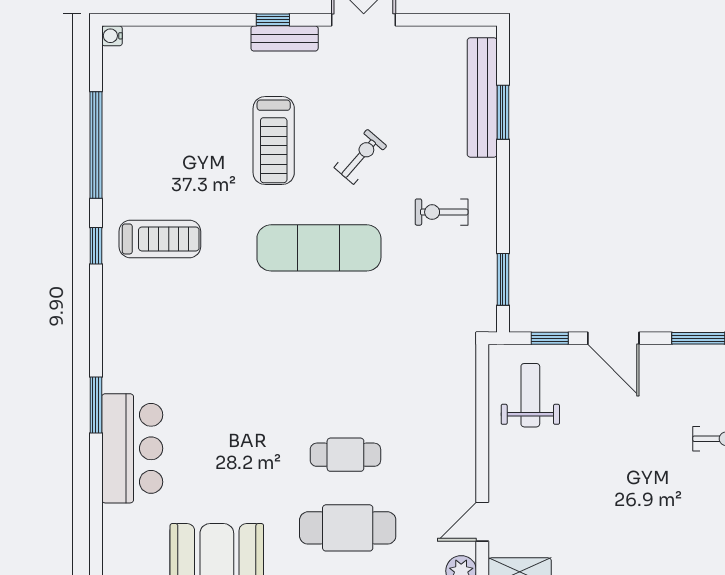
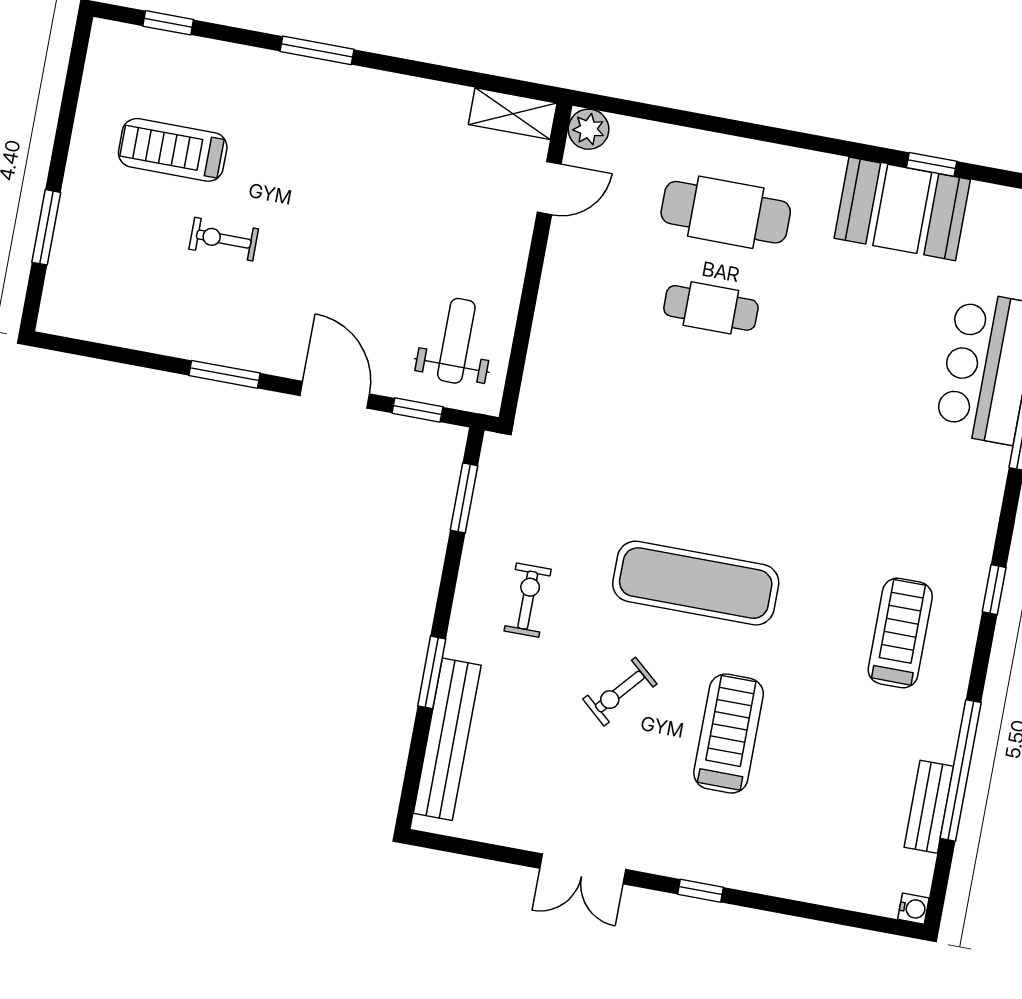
bench: (285, 38) -> (929, 807), moved, turned 90
window: (503, 112) -> (432, 672), moved
exercise bike: (442, 212) -> (528, 600), turned -90
treadmill: (160, 239) -> (900, 633), turned 90
window: (96, 246) -> (994, 590), moved
weight bench: (530, 395) -> (456, 341), turned 180

